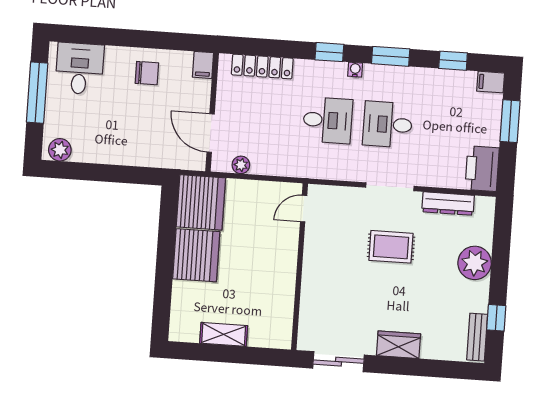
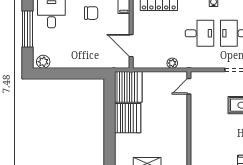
plant: (241, 165) -> (172, 63), moved

